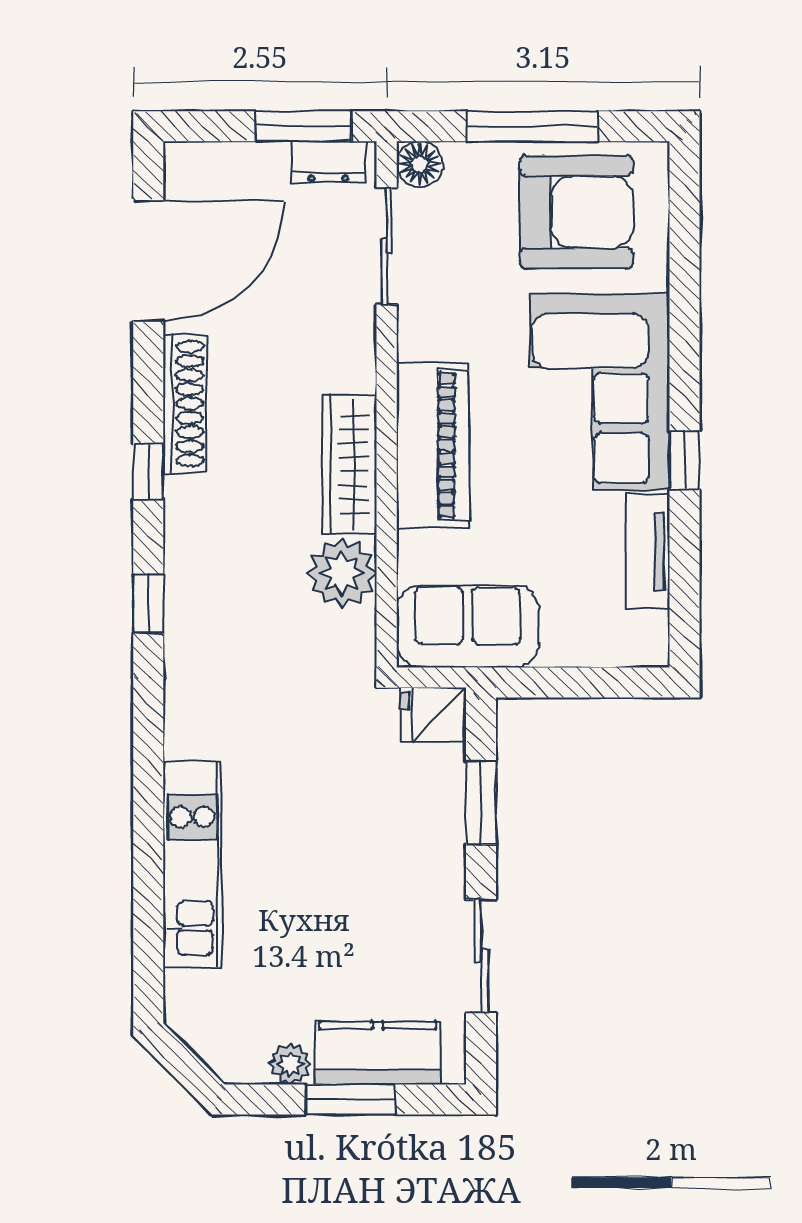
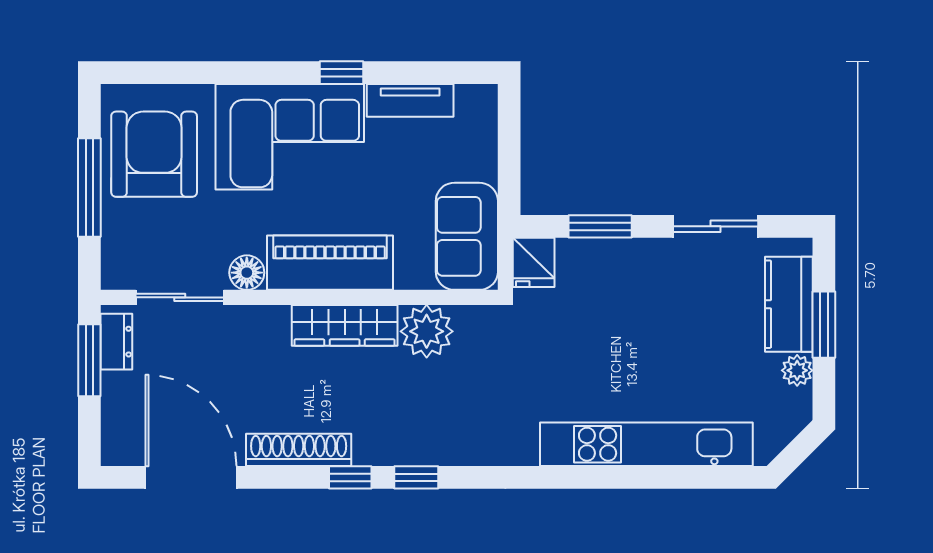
floor lamp: (420, 164) -> (247, 273), moved
window: (148, 603) -> (416, 477), moved
kitchen unit: (192, 864) -> (646, 444), width x1.36

